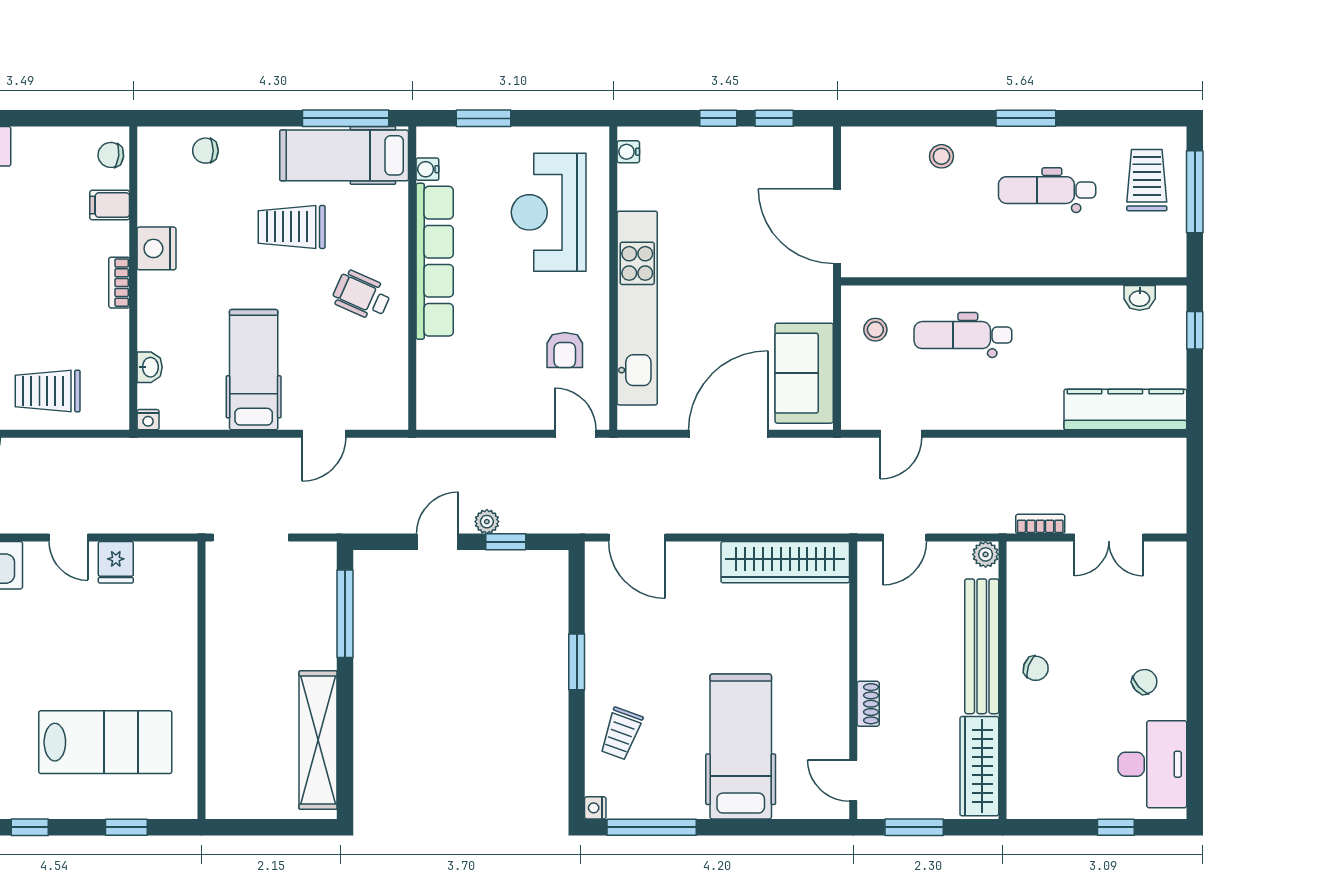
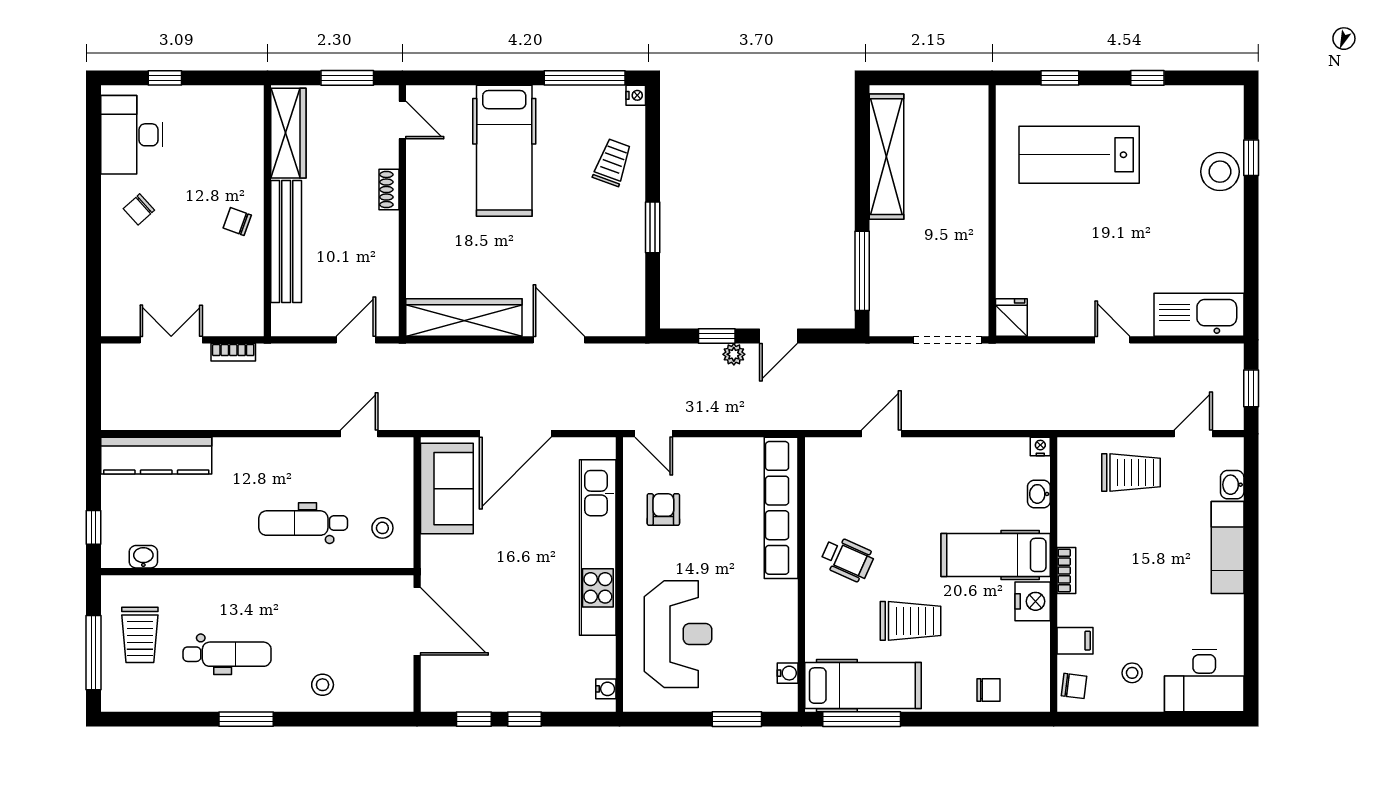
stool: (47, 169) -> (1132, 673), added
trolley: (1147, 180) -> (140, 635), moved
row of seats: (435, 261) -> (781, 508), moved
dental chair: (963, 335) -> (303, 523), turned 180
hospital bed: (254, 370) -> (996, 555), moved, turned 90
door: (637, 538) -> (559, 340), moved
plant: (986, 554) -> (283, 325), removed
fridge: (116, 562) -> (1011, 317), moved

